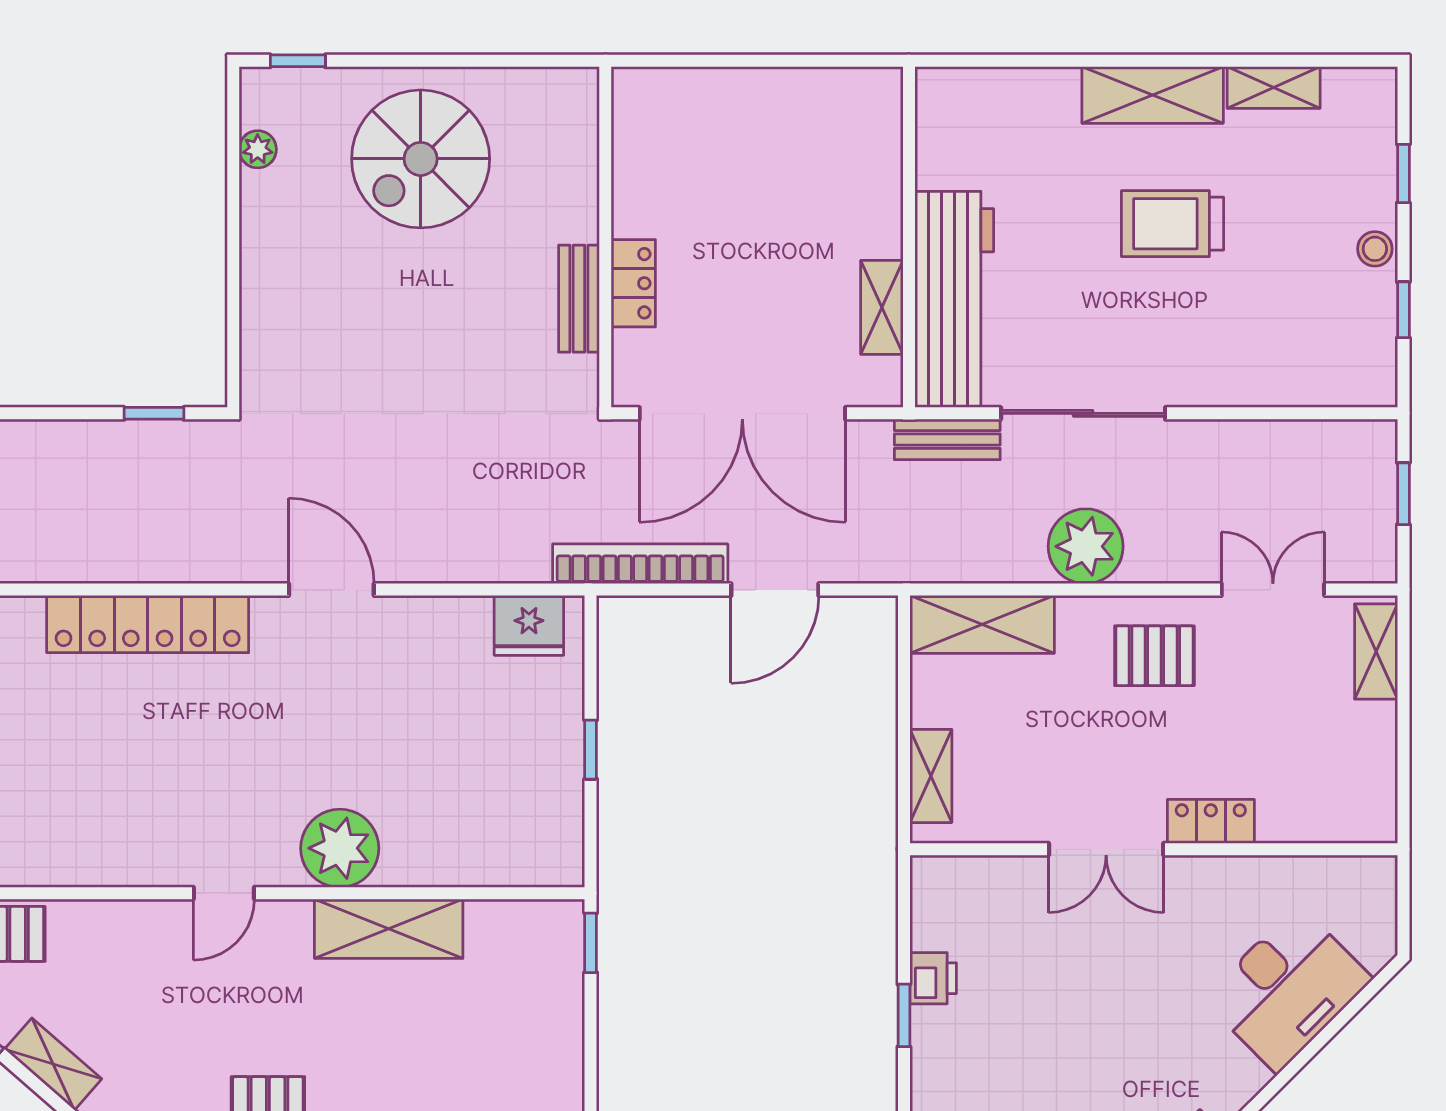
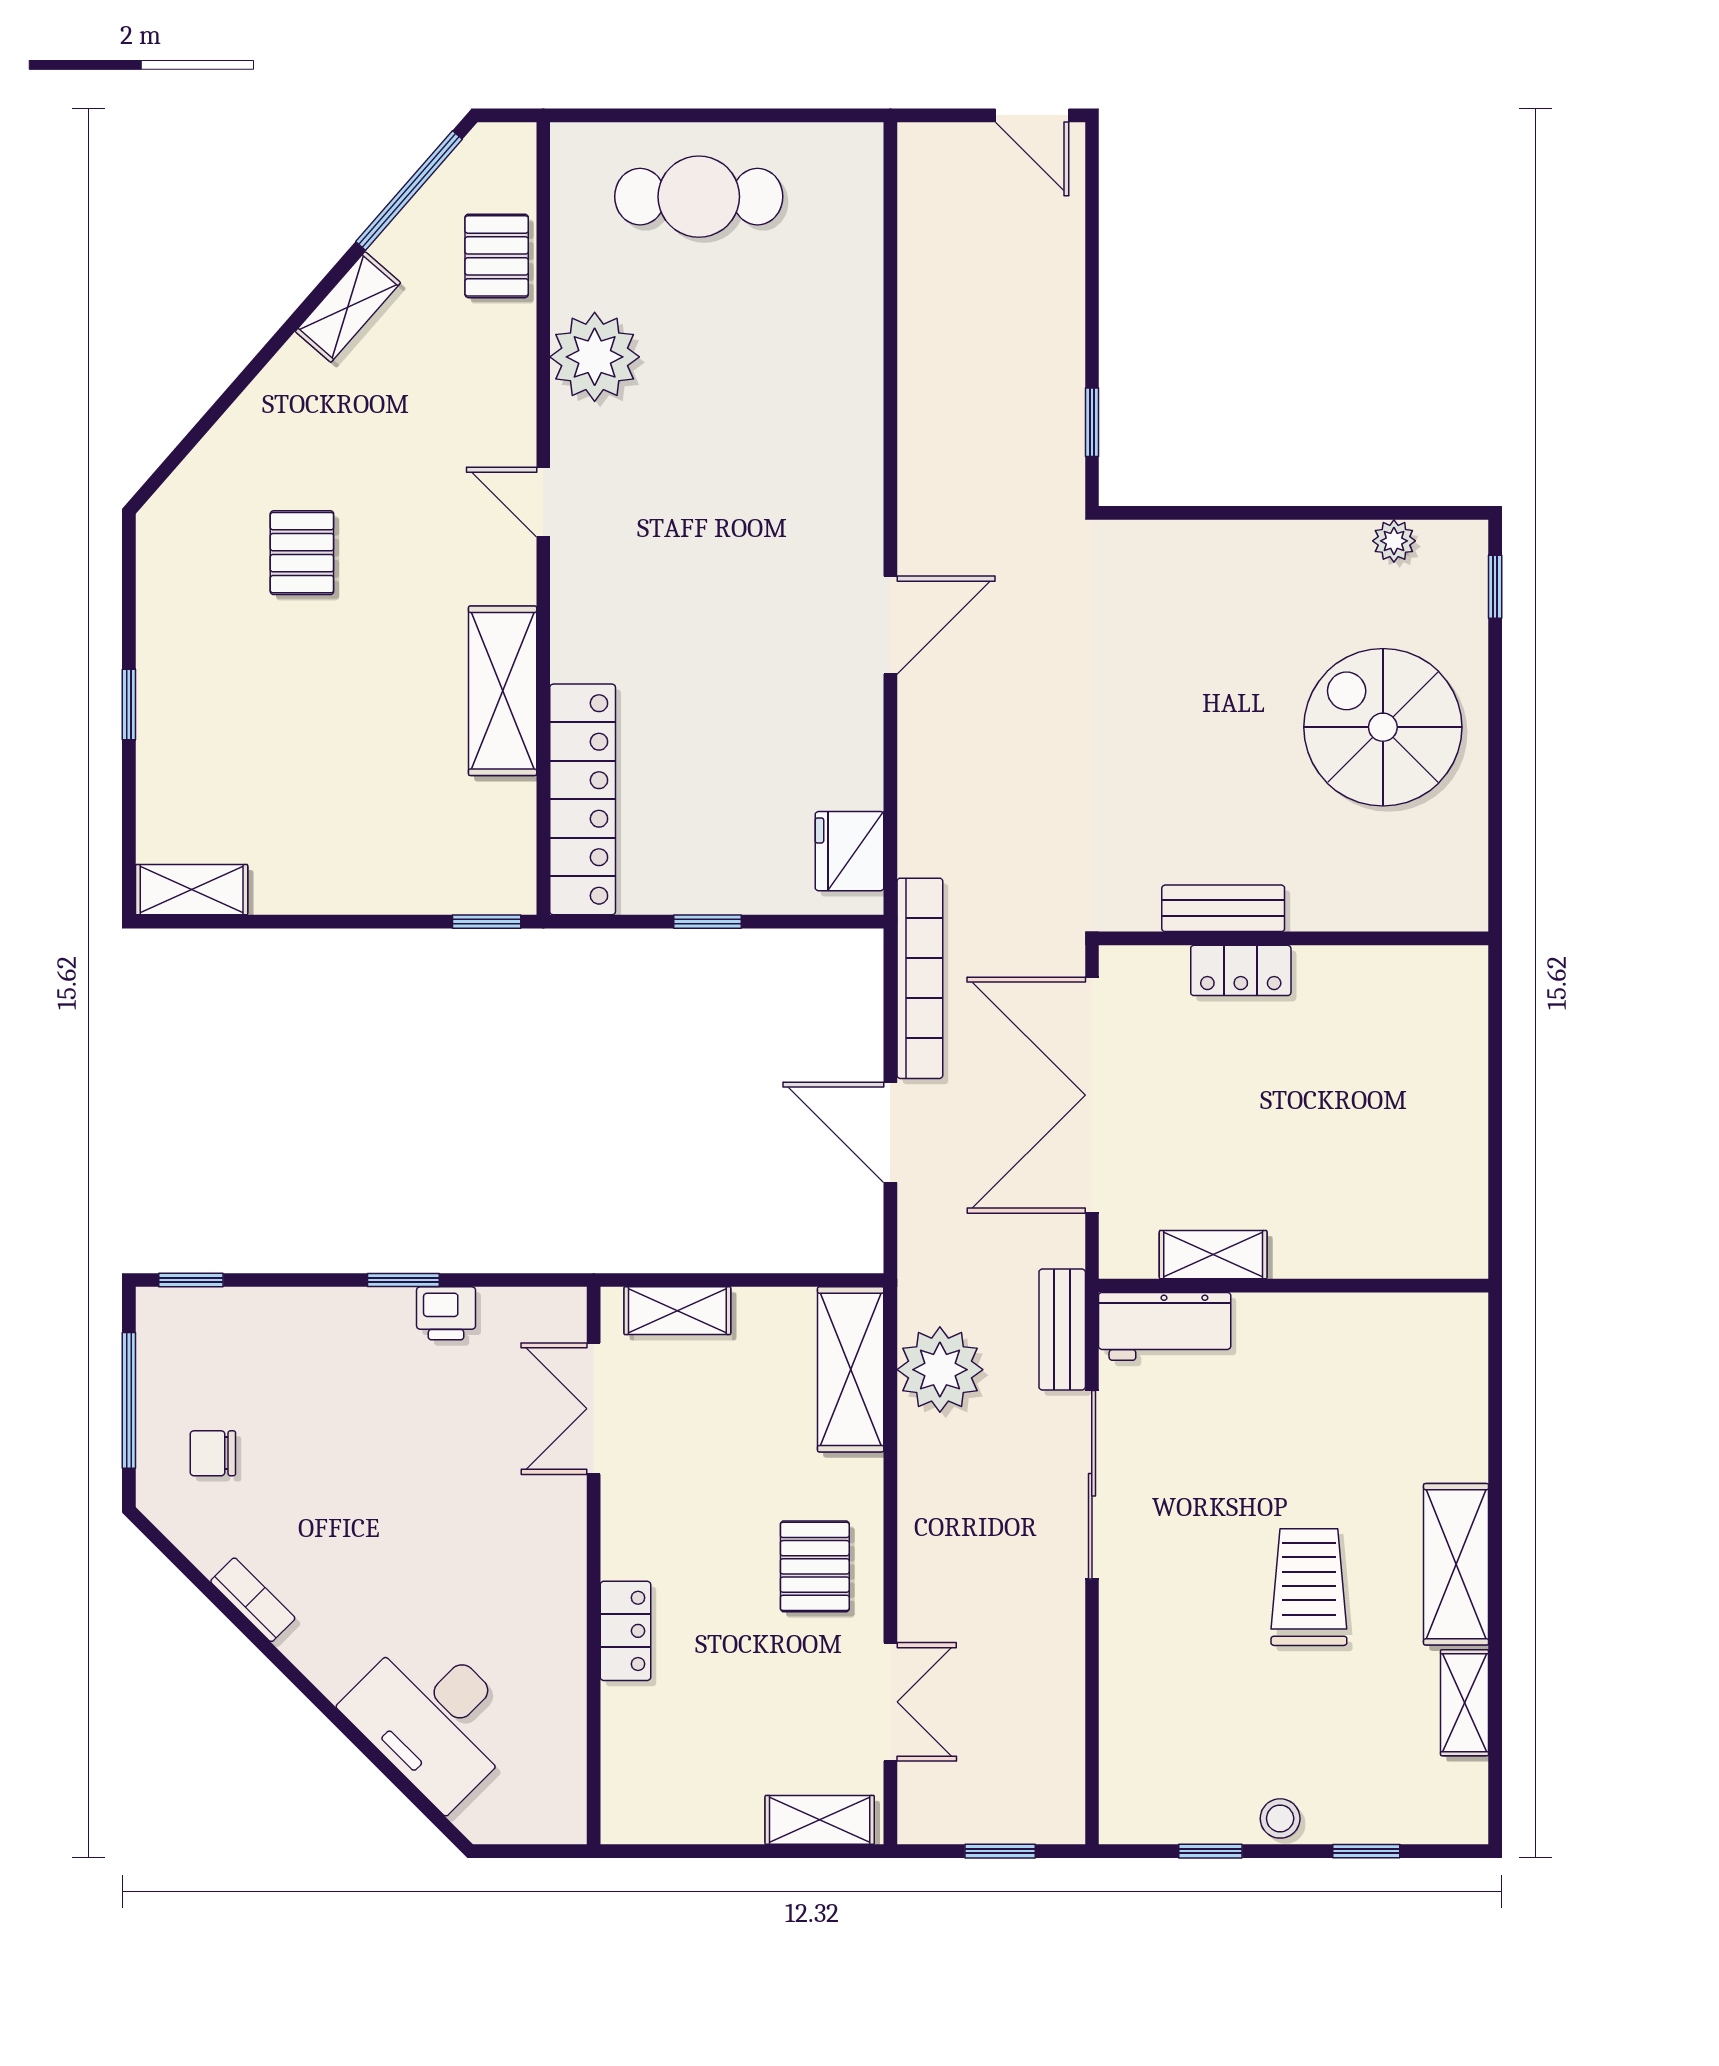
workbench: (954, 299) -> (1165, 1326), width x0.53, depth x0.76
plant: (1086, 546) -> (940, 1370), moved
locker: (148, 624) -> (583, 799), moved, turned 180
plant: (340, 848) -> (595, 357), moved
double door: (1106, 849) -> (594, 1409), moved

